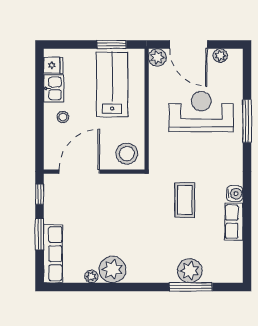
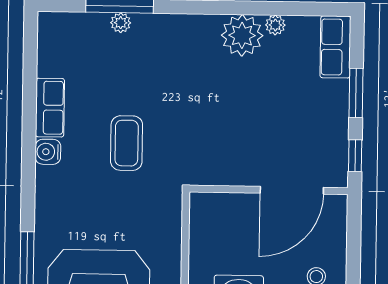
stool: (127, 154) -> (217, 217), removed
row of seats: (53, 254) -> (335, 47), width x0.68
plant: (190, 271) -> (121, 23), width x0.53, depth x0.53

